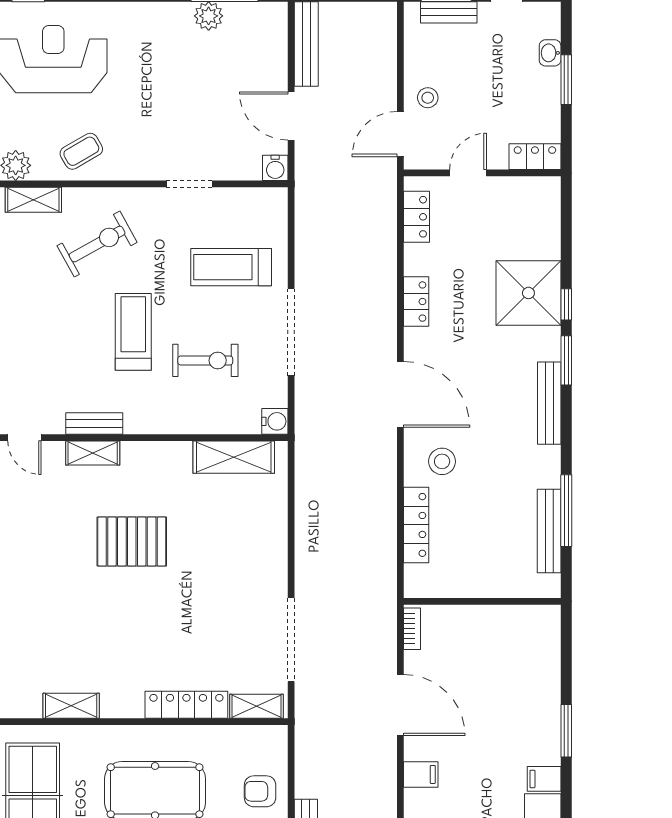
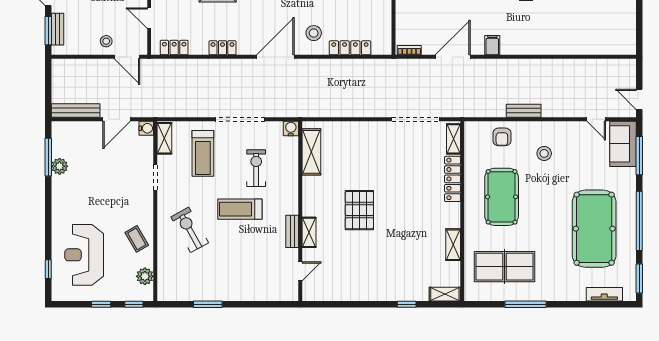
shelving: (33, 200) -> (164, 138), moved

